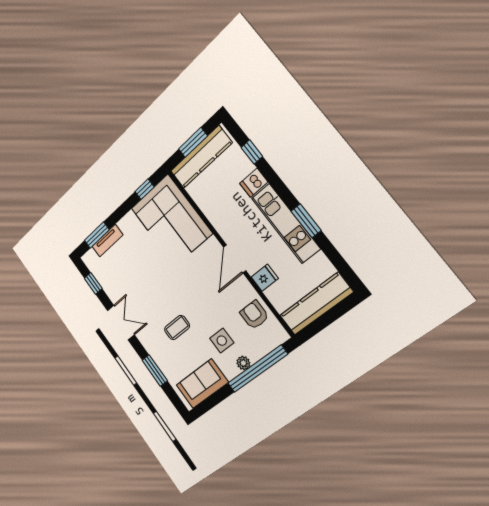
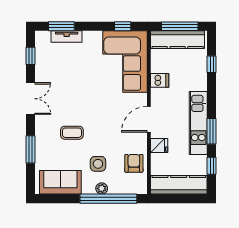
window: (193, 142) -> (180, 26), width x1.44
dishwasher: (254, 183) -> (160, 80), moved, turned 180
window: (335, 257) -> (212, 166), added

